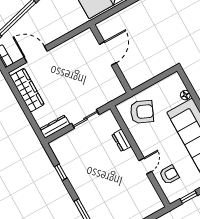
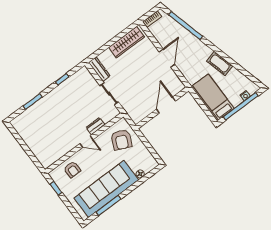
door: (108, 53) -> (166, 105), swing flipped
door: (36, 54) -> (167, 58), moved
door: (145, 166) -> (86, 142), moved

